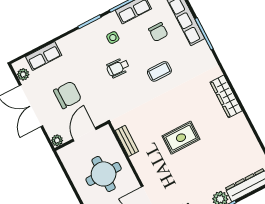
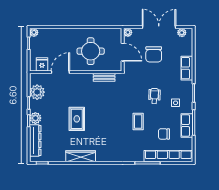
row of seats: (44, 56) -> (187, 68), moved
wardrobe: (226, 96) -> (81, 156), moved
rug: (181, 138) -> (77, 119), moved

